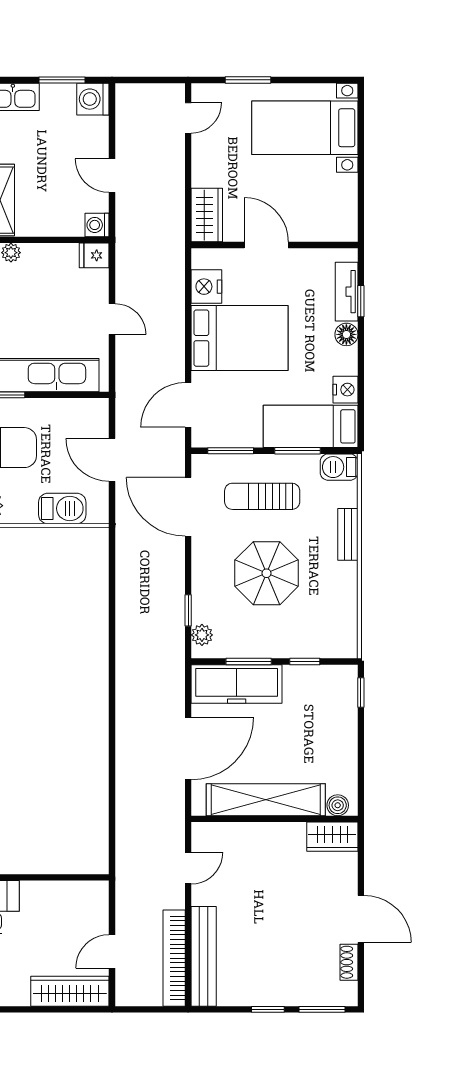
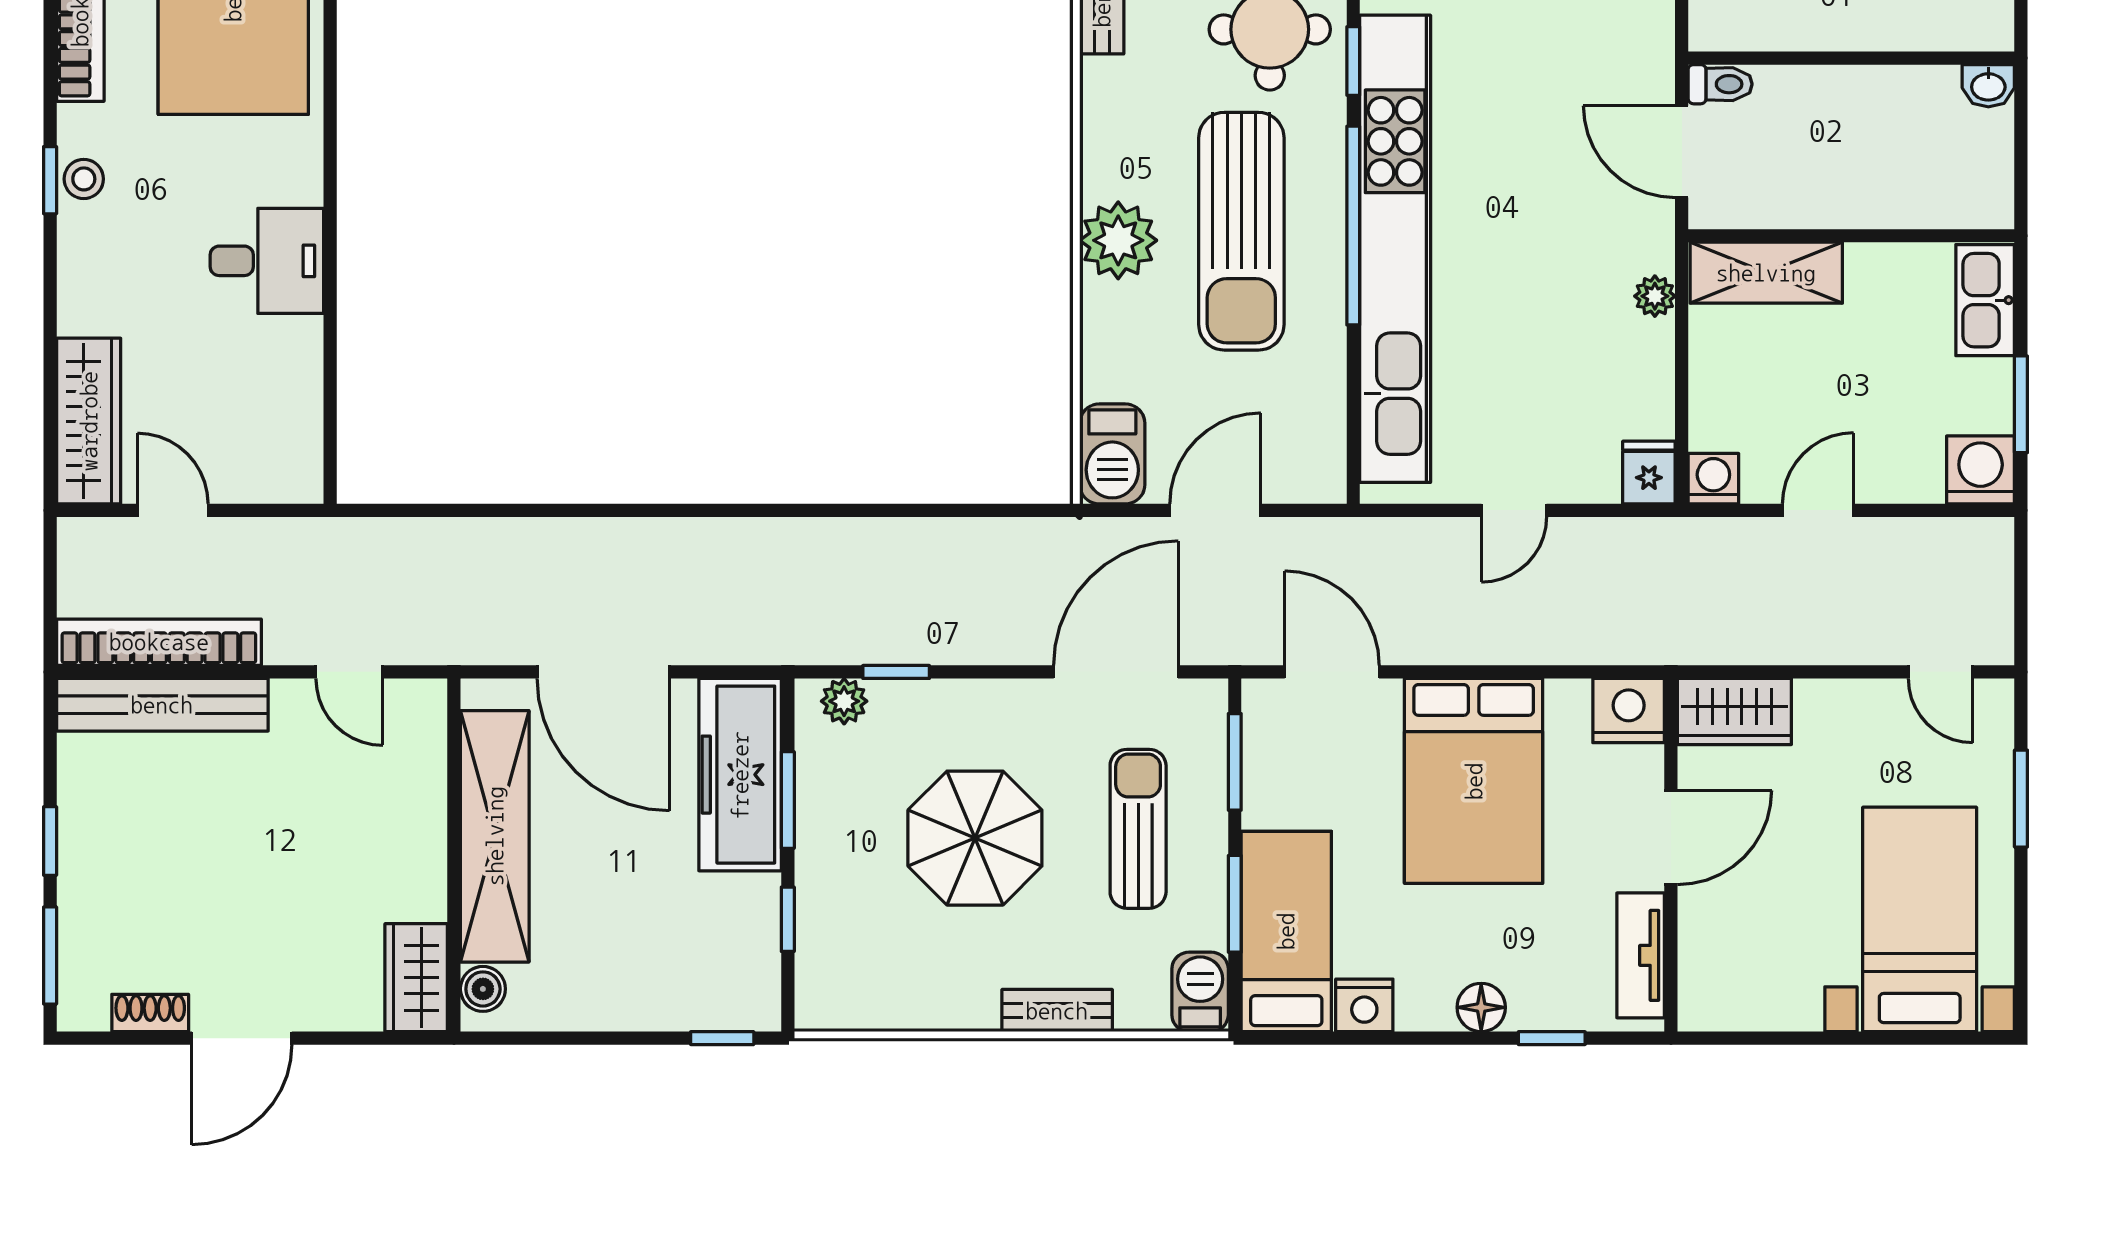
nightstand: (206, 287) -> (1629, 711), moved
tv unit: (347, 292) -> (1641, 955), moved, turned -90
barbecue: (62, 508) -> (1112, 454), moved

